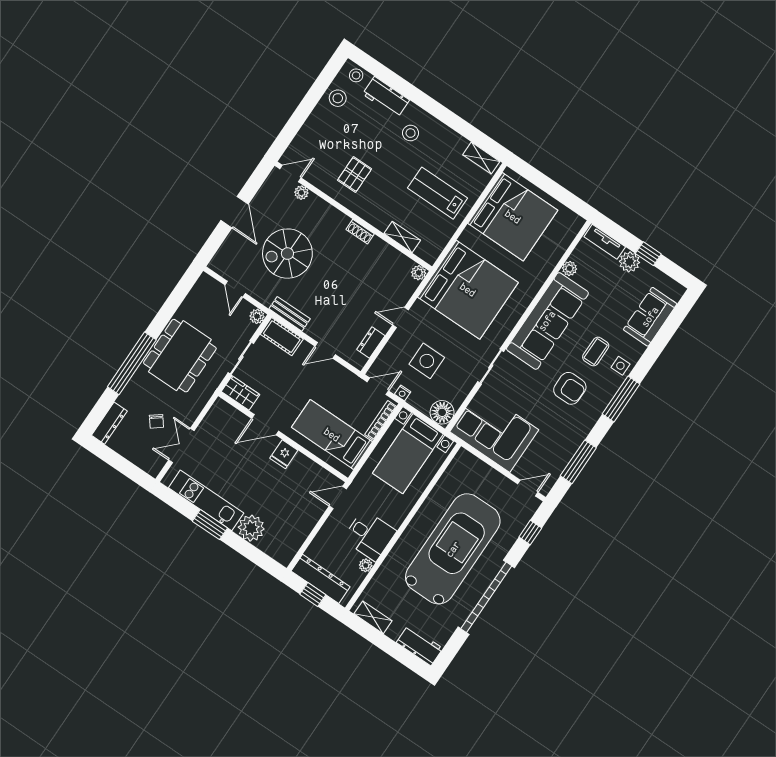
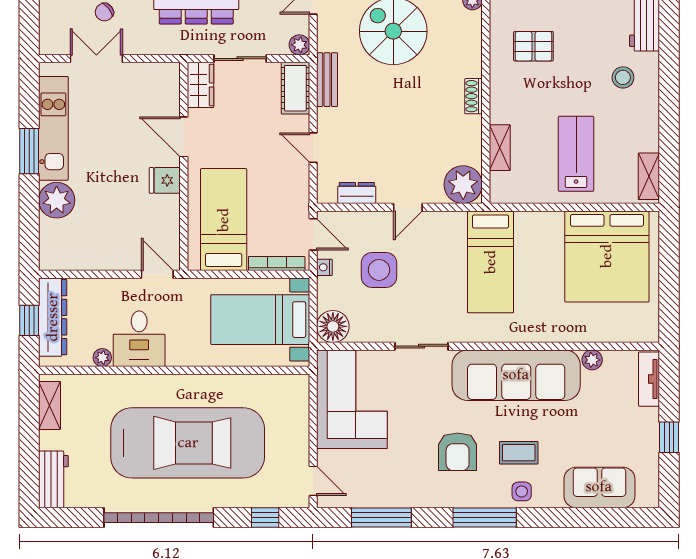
plant: (629, 262) -> (645, 422), removed
plant: (419, 273) -> (463, 185), width x1.87, depth x1.87
bed: (468, 290) -> (491, 262), width x0.49
door: (401, 317) -> (408, 207), swing flipped

